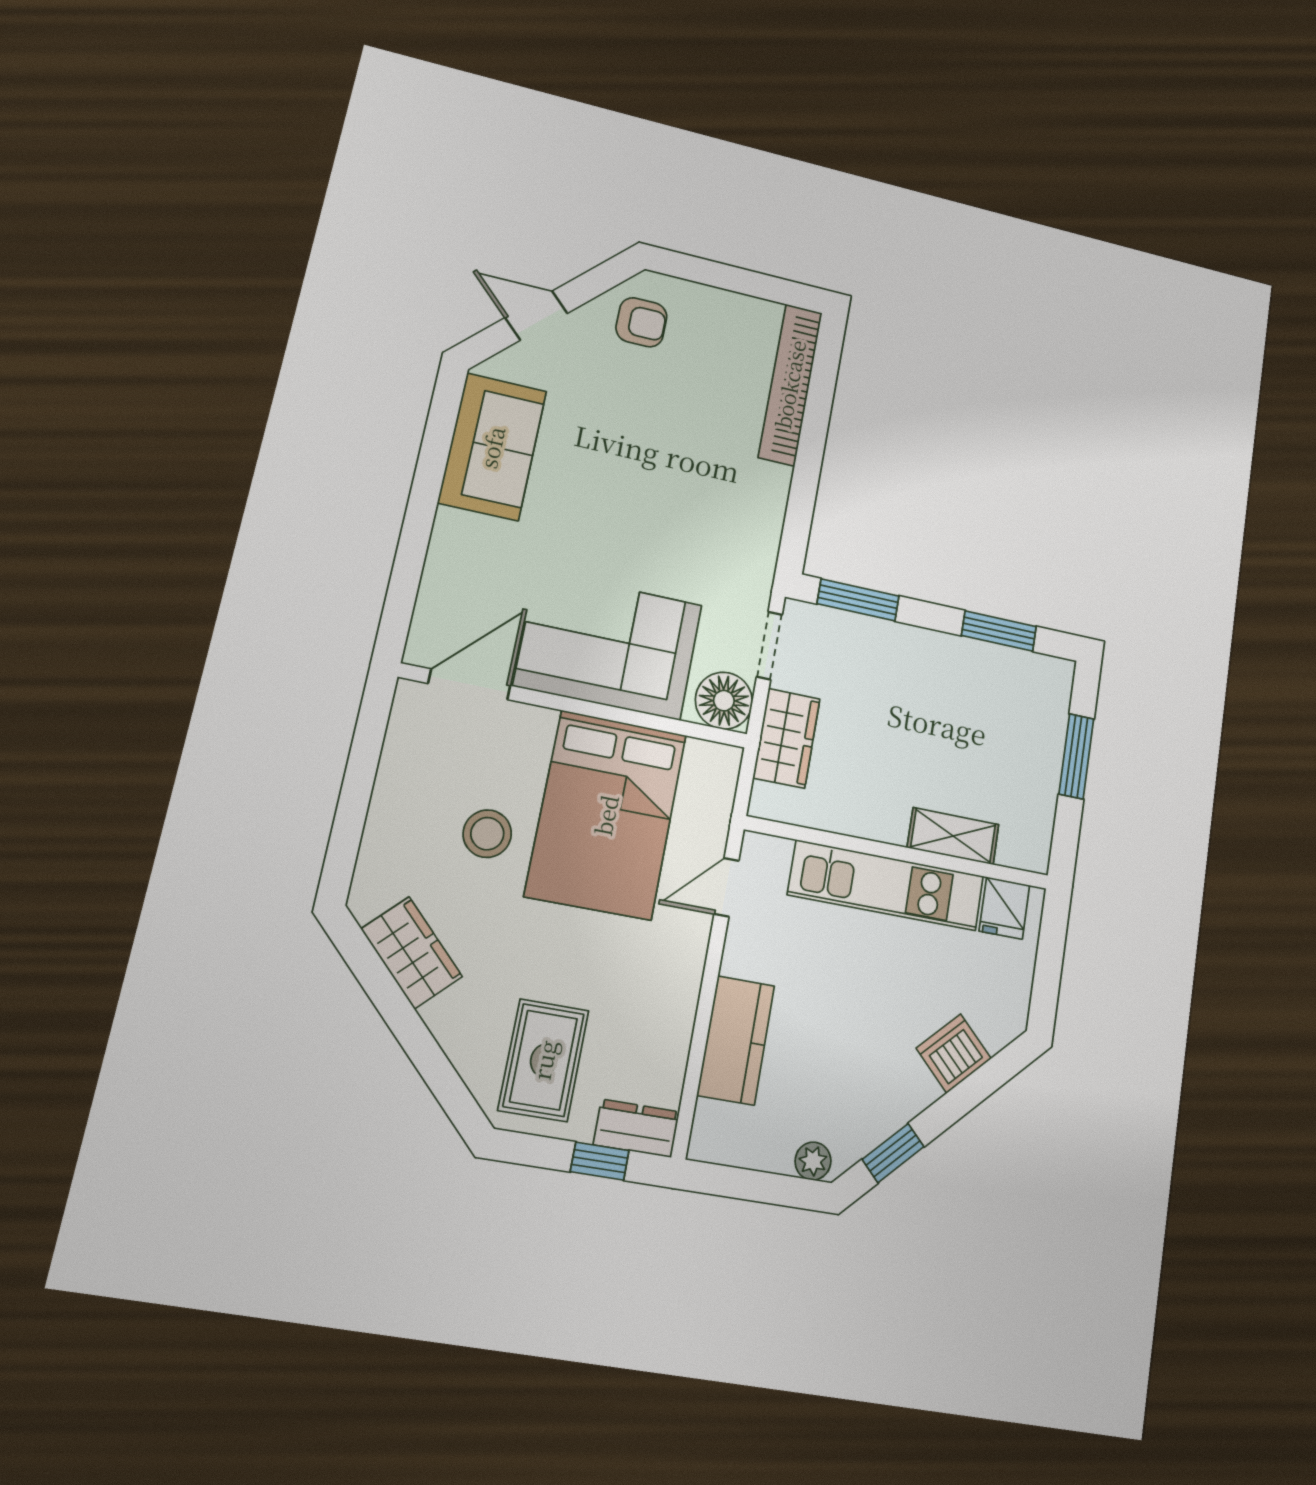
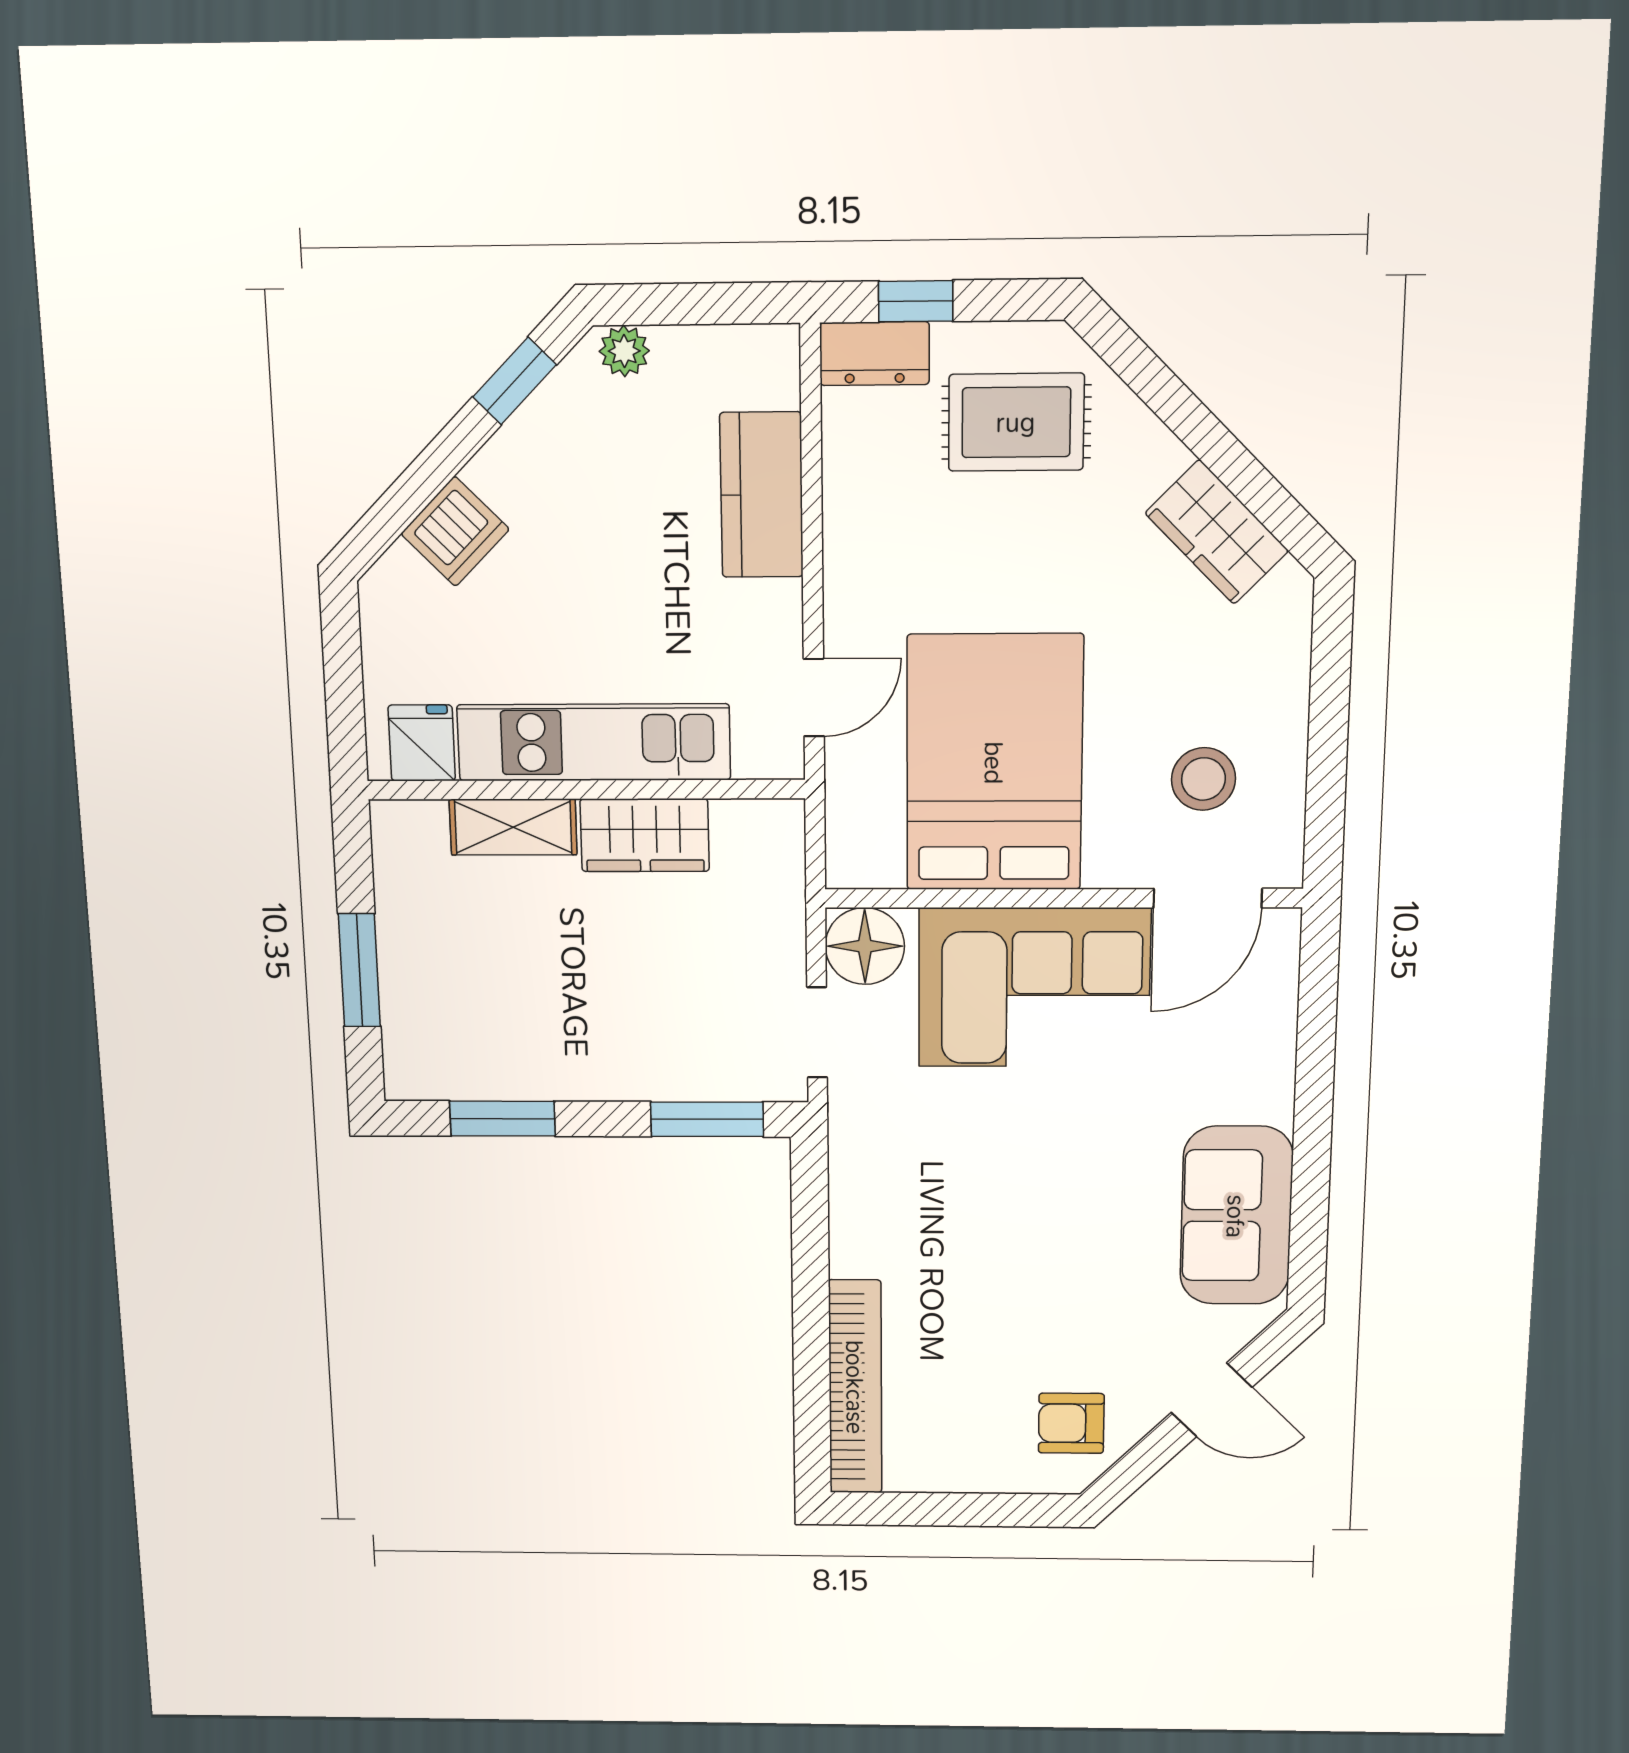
wardrobe: (787, 738) -> (645, 835), moved, turned -90
stool: (487, 834) -> (1203, 779), moved
rug: (544, 1060) -> (1016, 422), turned 90

